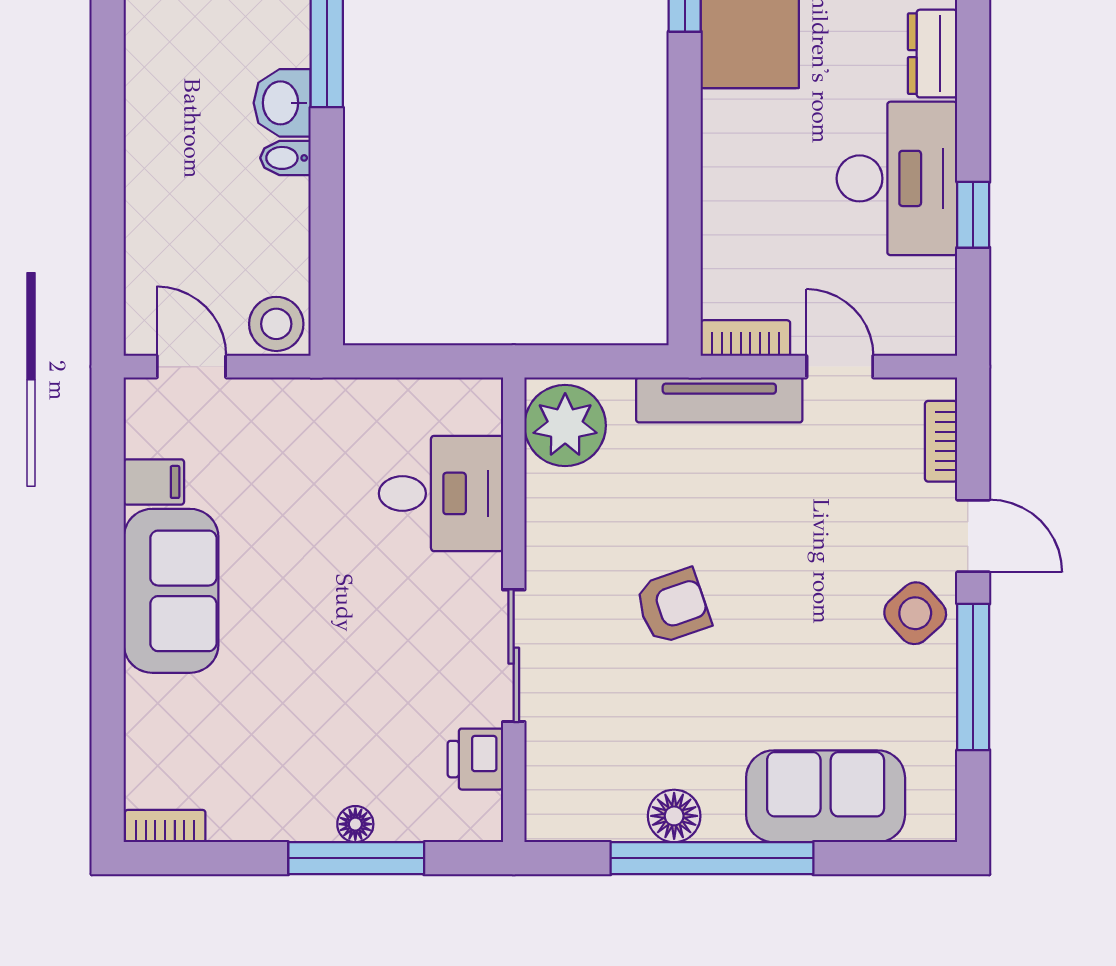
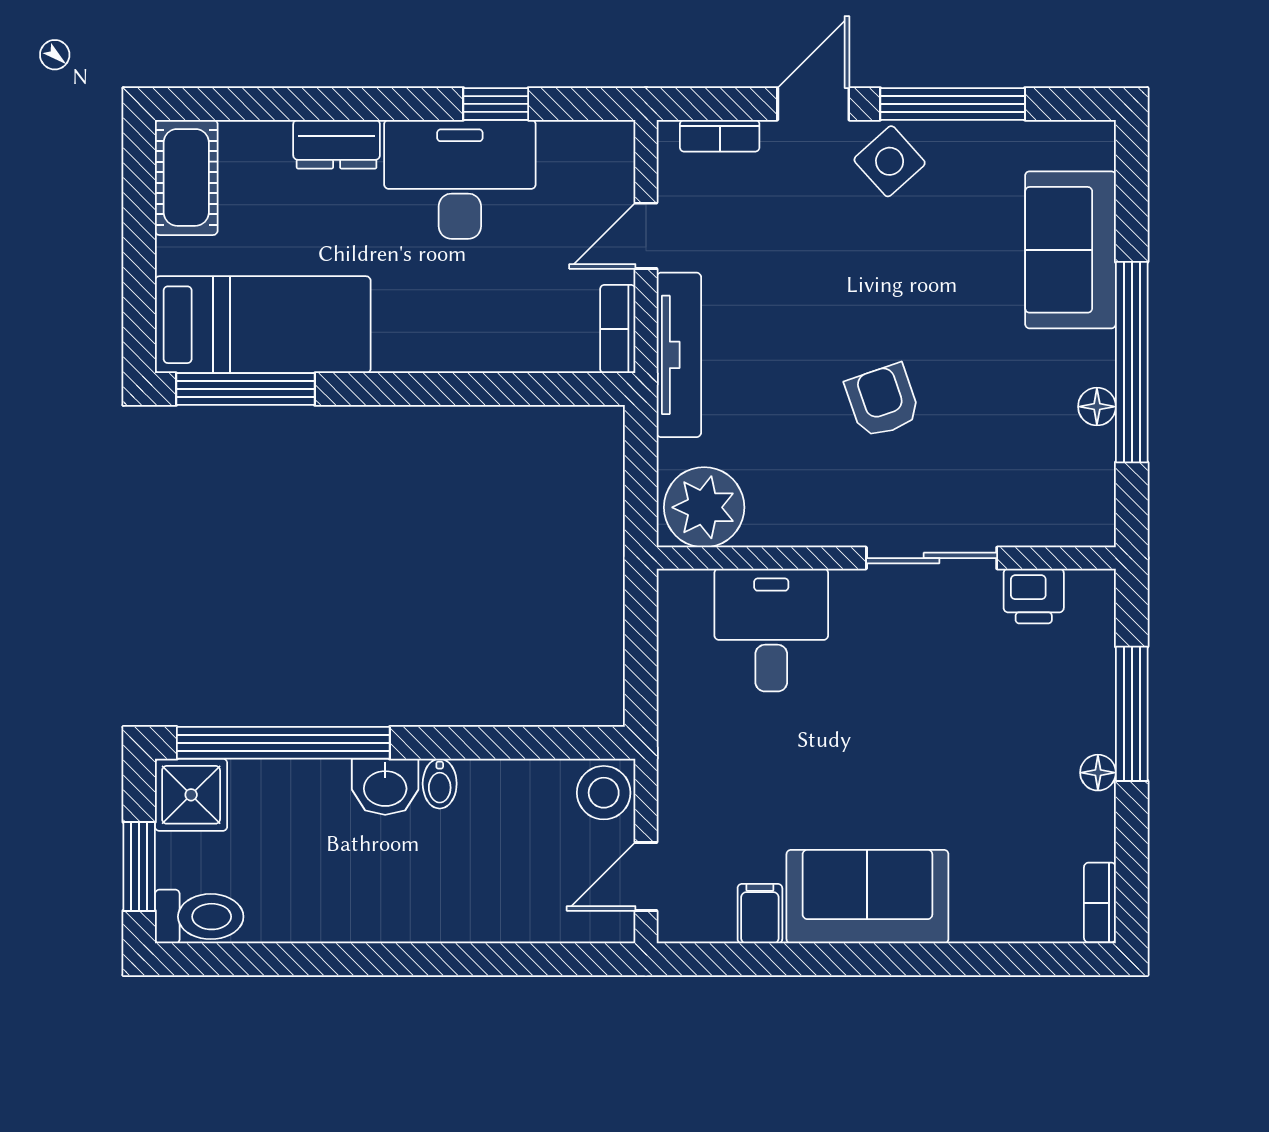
floor lamp: (674, 816) -> (1097, 407), width x0.73, depth x0.73
floor lamp: (355, 824) -> (1098, 773), moved

